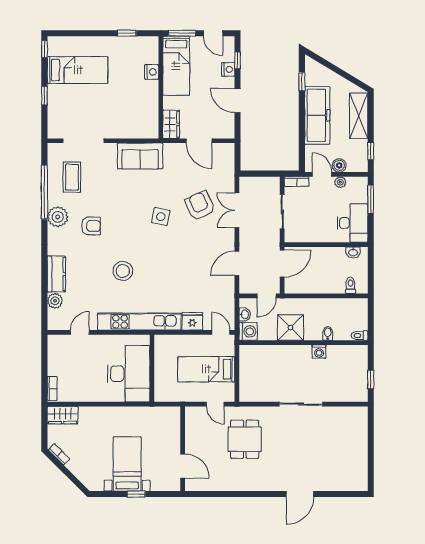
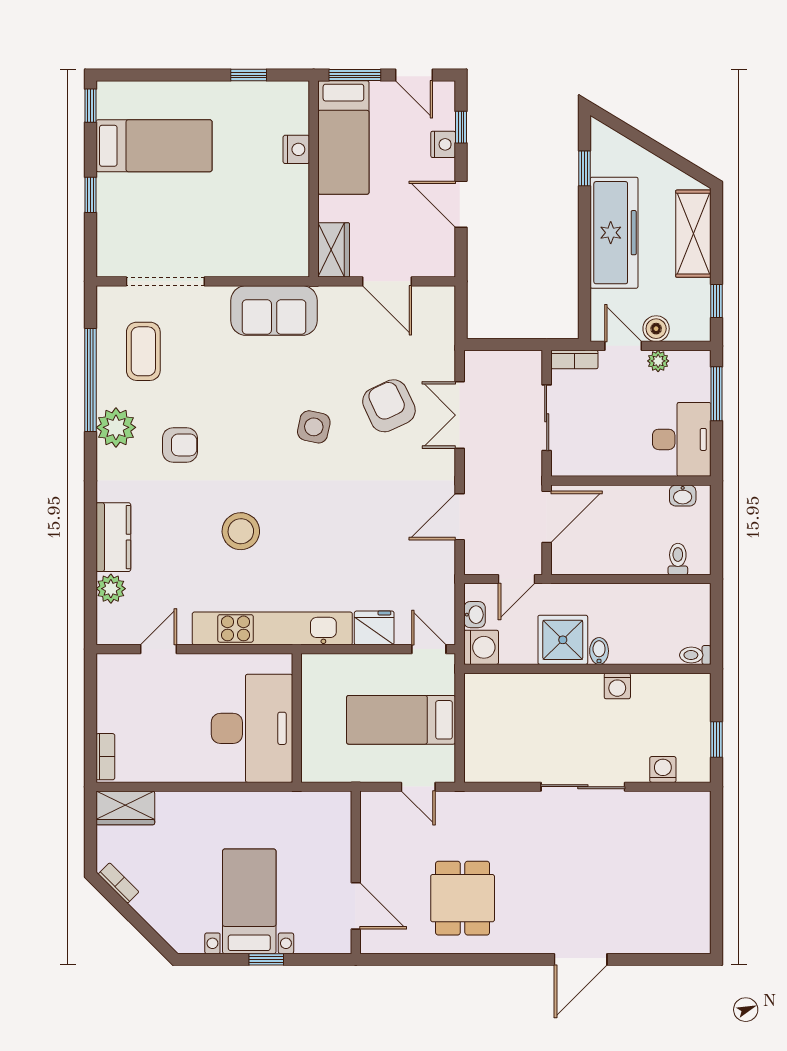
bidet: (328, 333) -> (599, 651), moved
washing machine: (343, 395) -> (663, 769), added
dining table: (245, 439) -> (463, 898), moved

